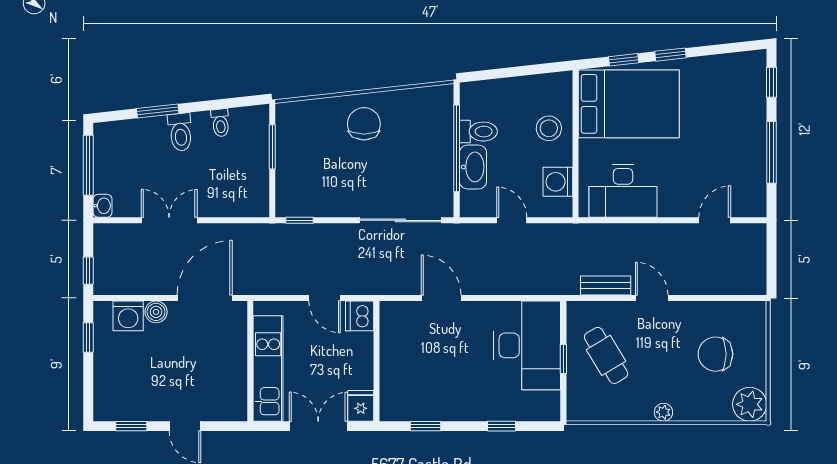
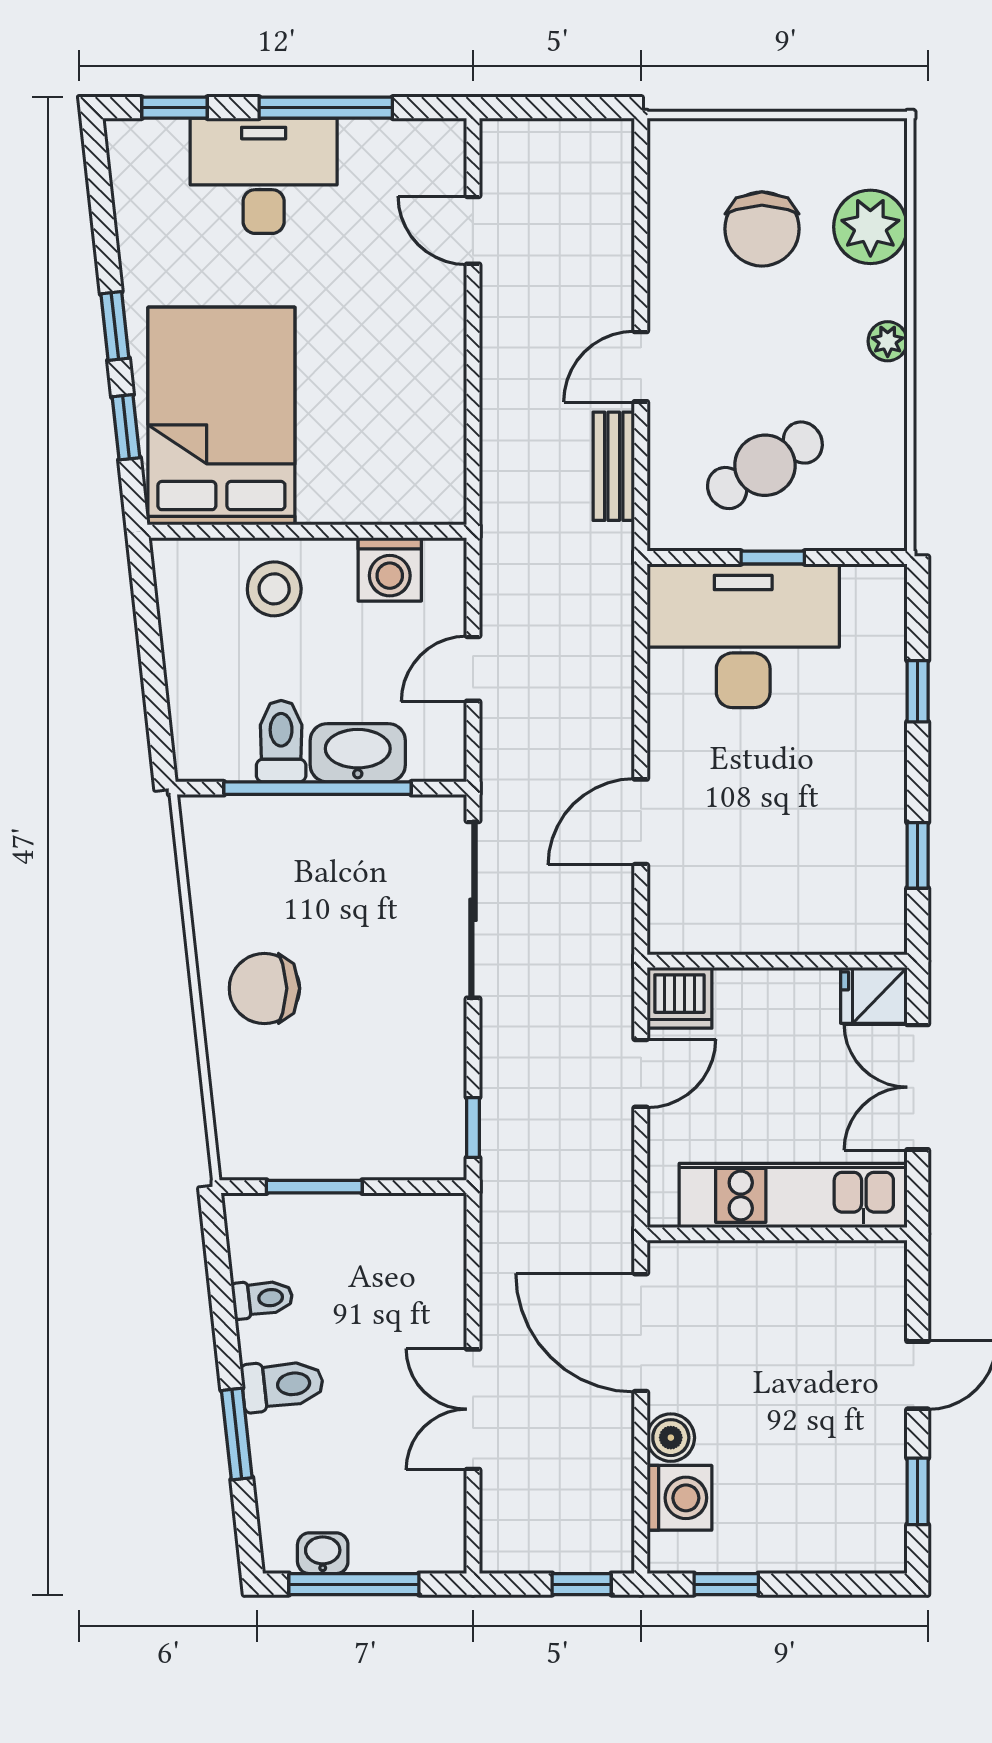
desk: (623, 191) -> (264, 176), moved, turned -90
washbasin: (103, 206) -> (323, 1553), moved
plant: (750, 404) -> (870, 227), moved

